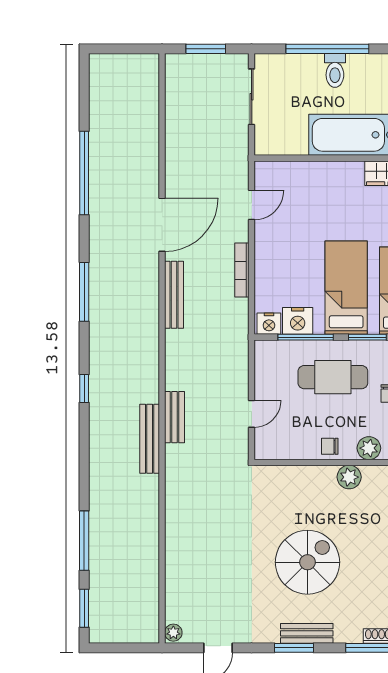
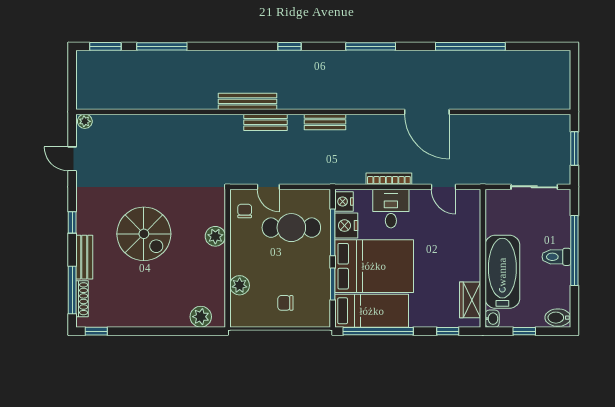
desk: (277, 268) -> (391, 209), added
bed: (346, 288) -> (374, 266), width x1.50
bench: (174, 295) -> (325, 122), moved, width x0.73
cafe table: (333, 377) -> (291, 228), moved, turned 90
chair: (330, 446) -> (245, 211), moved
plant: (349, 477) -> (215, 236), moved
bench: (307, 633) -> (84, 257), moved
window: (294, 648) -> (72, 222), width x0.67

